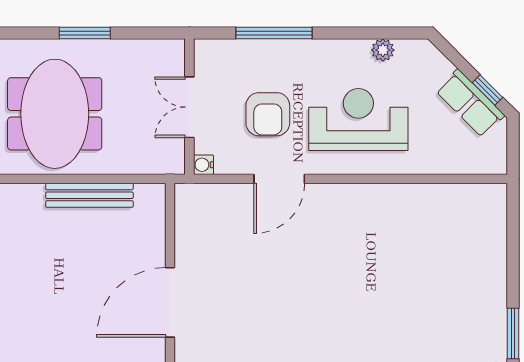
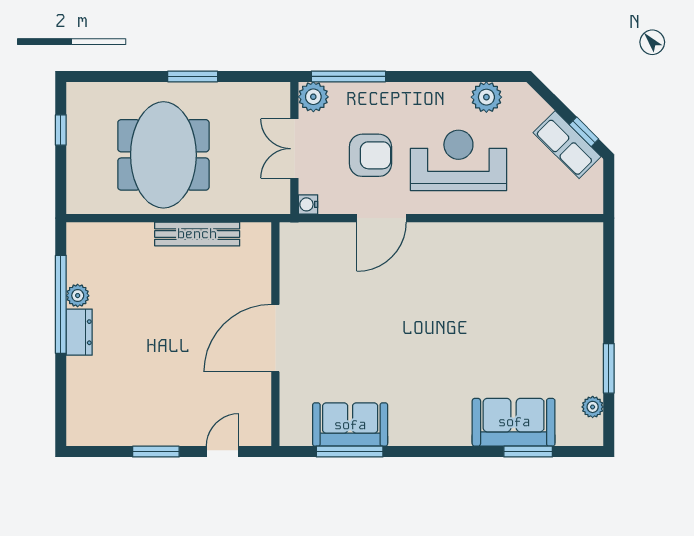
window: (274, 33) -> (348, 76), moved
plant: (383, 50) -> (486, 97), width x1.38, depth x1.38
plant: (209, 54) -> (313, 97), added
armchair: (268, 114) -> (370, 155), turned -90

